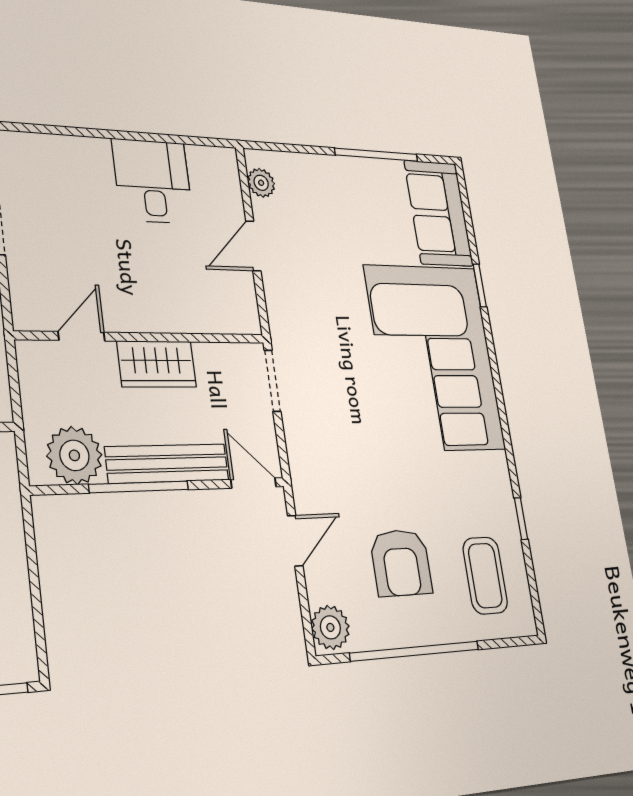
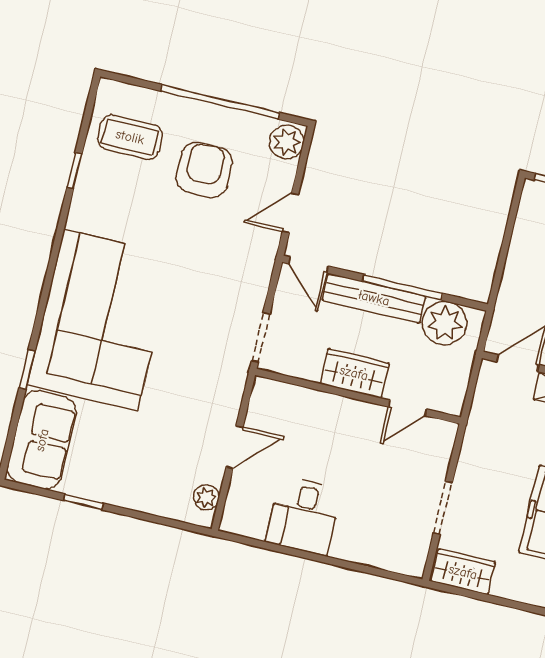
window: (376, 155) -> (83, 502), width x0.46
coffee table: (485, 575) -> (130, 137), turned 90

